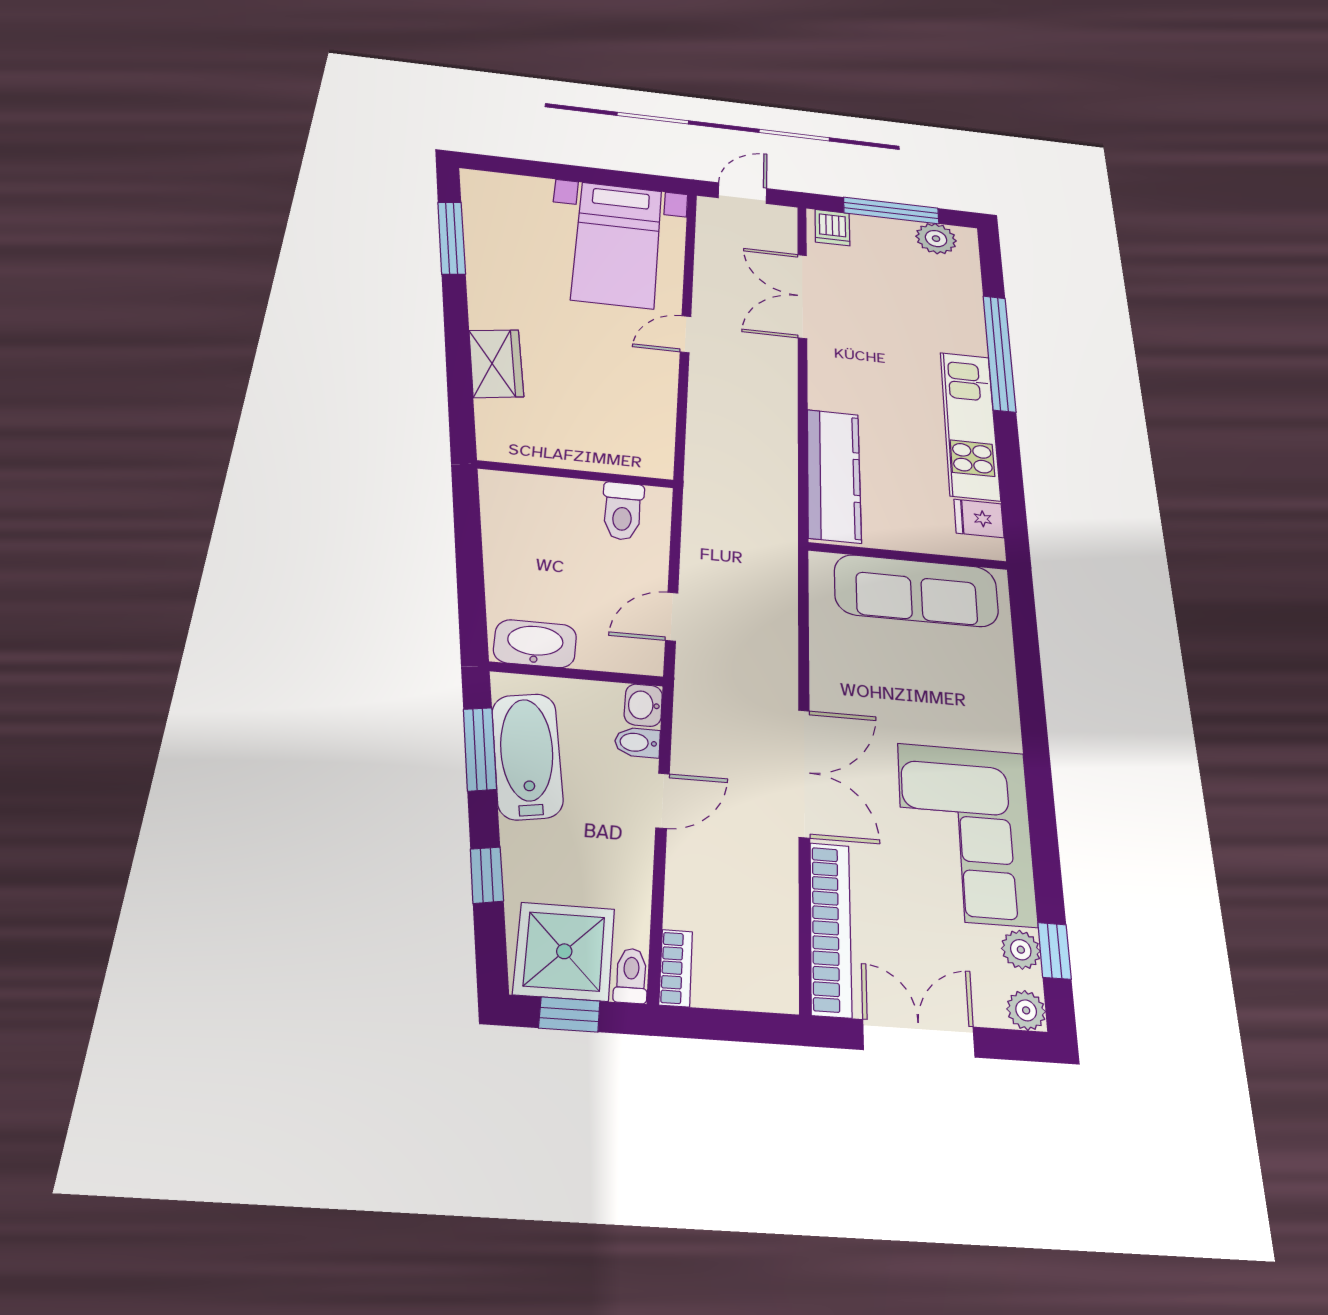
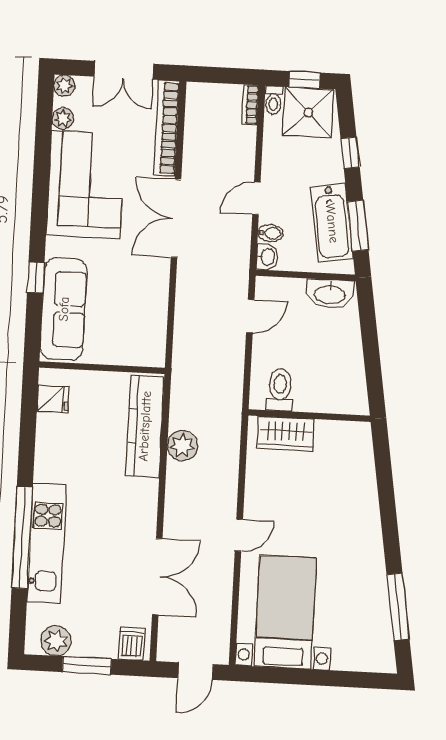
window: (891, 210) -> (87, 665), width x0.69
wardrobe: (496, 363) -> (286, 434), moved, turned -81
kitchen unit: (970, 425) -> (47, 543), moved
plant: (775, 447) -> (182, 446), added
sofa: (916, 591) -> (64, 309), moved, turned 90
window: (1054, 951) -> (36, 277), moved

